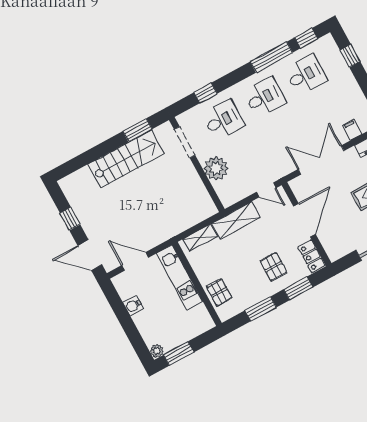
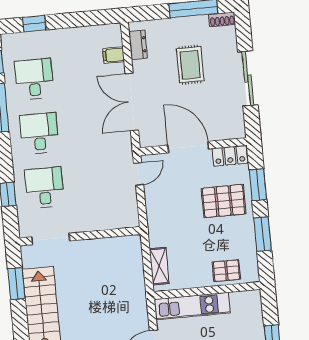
plant: (216, 168) -> (93, 217), removed
shelving: (236, 220) -> (157, 220), removed
pallet: (274, 267) -> (224, 201), width x1.50, depth x1.42

